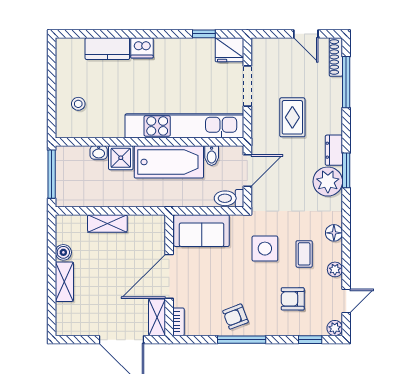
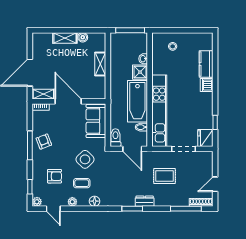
plant: (328, 182) -> (126, 197), removed
side table: (265, 249) -> (85, 159), turned 45
armchair: (293, 299) -> (55, 176), turned 90

